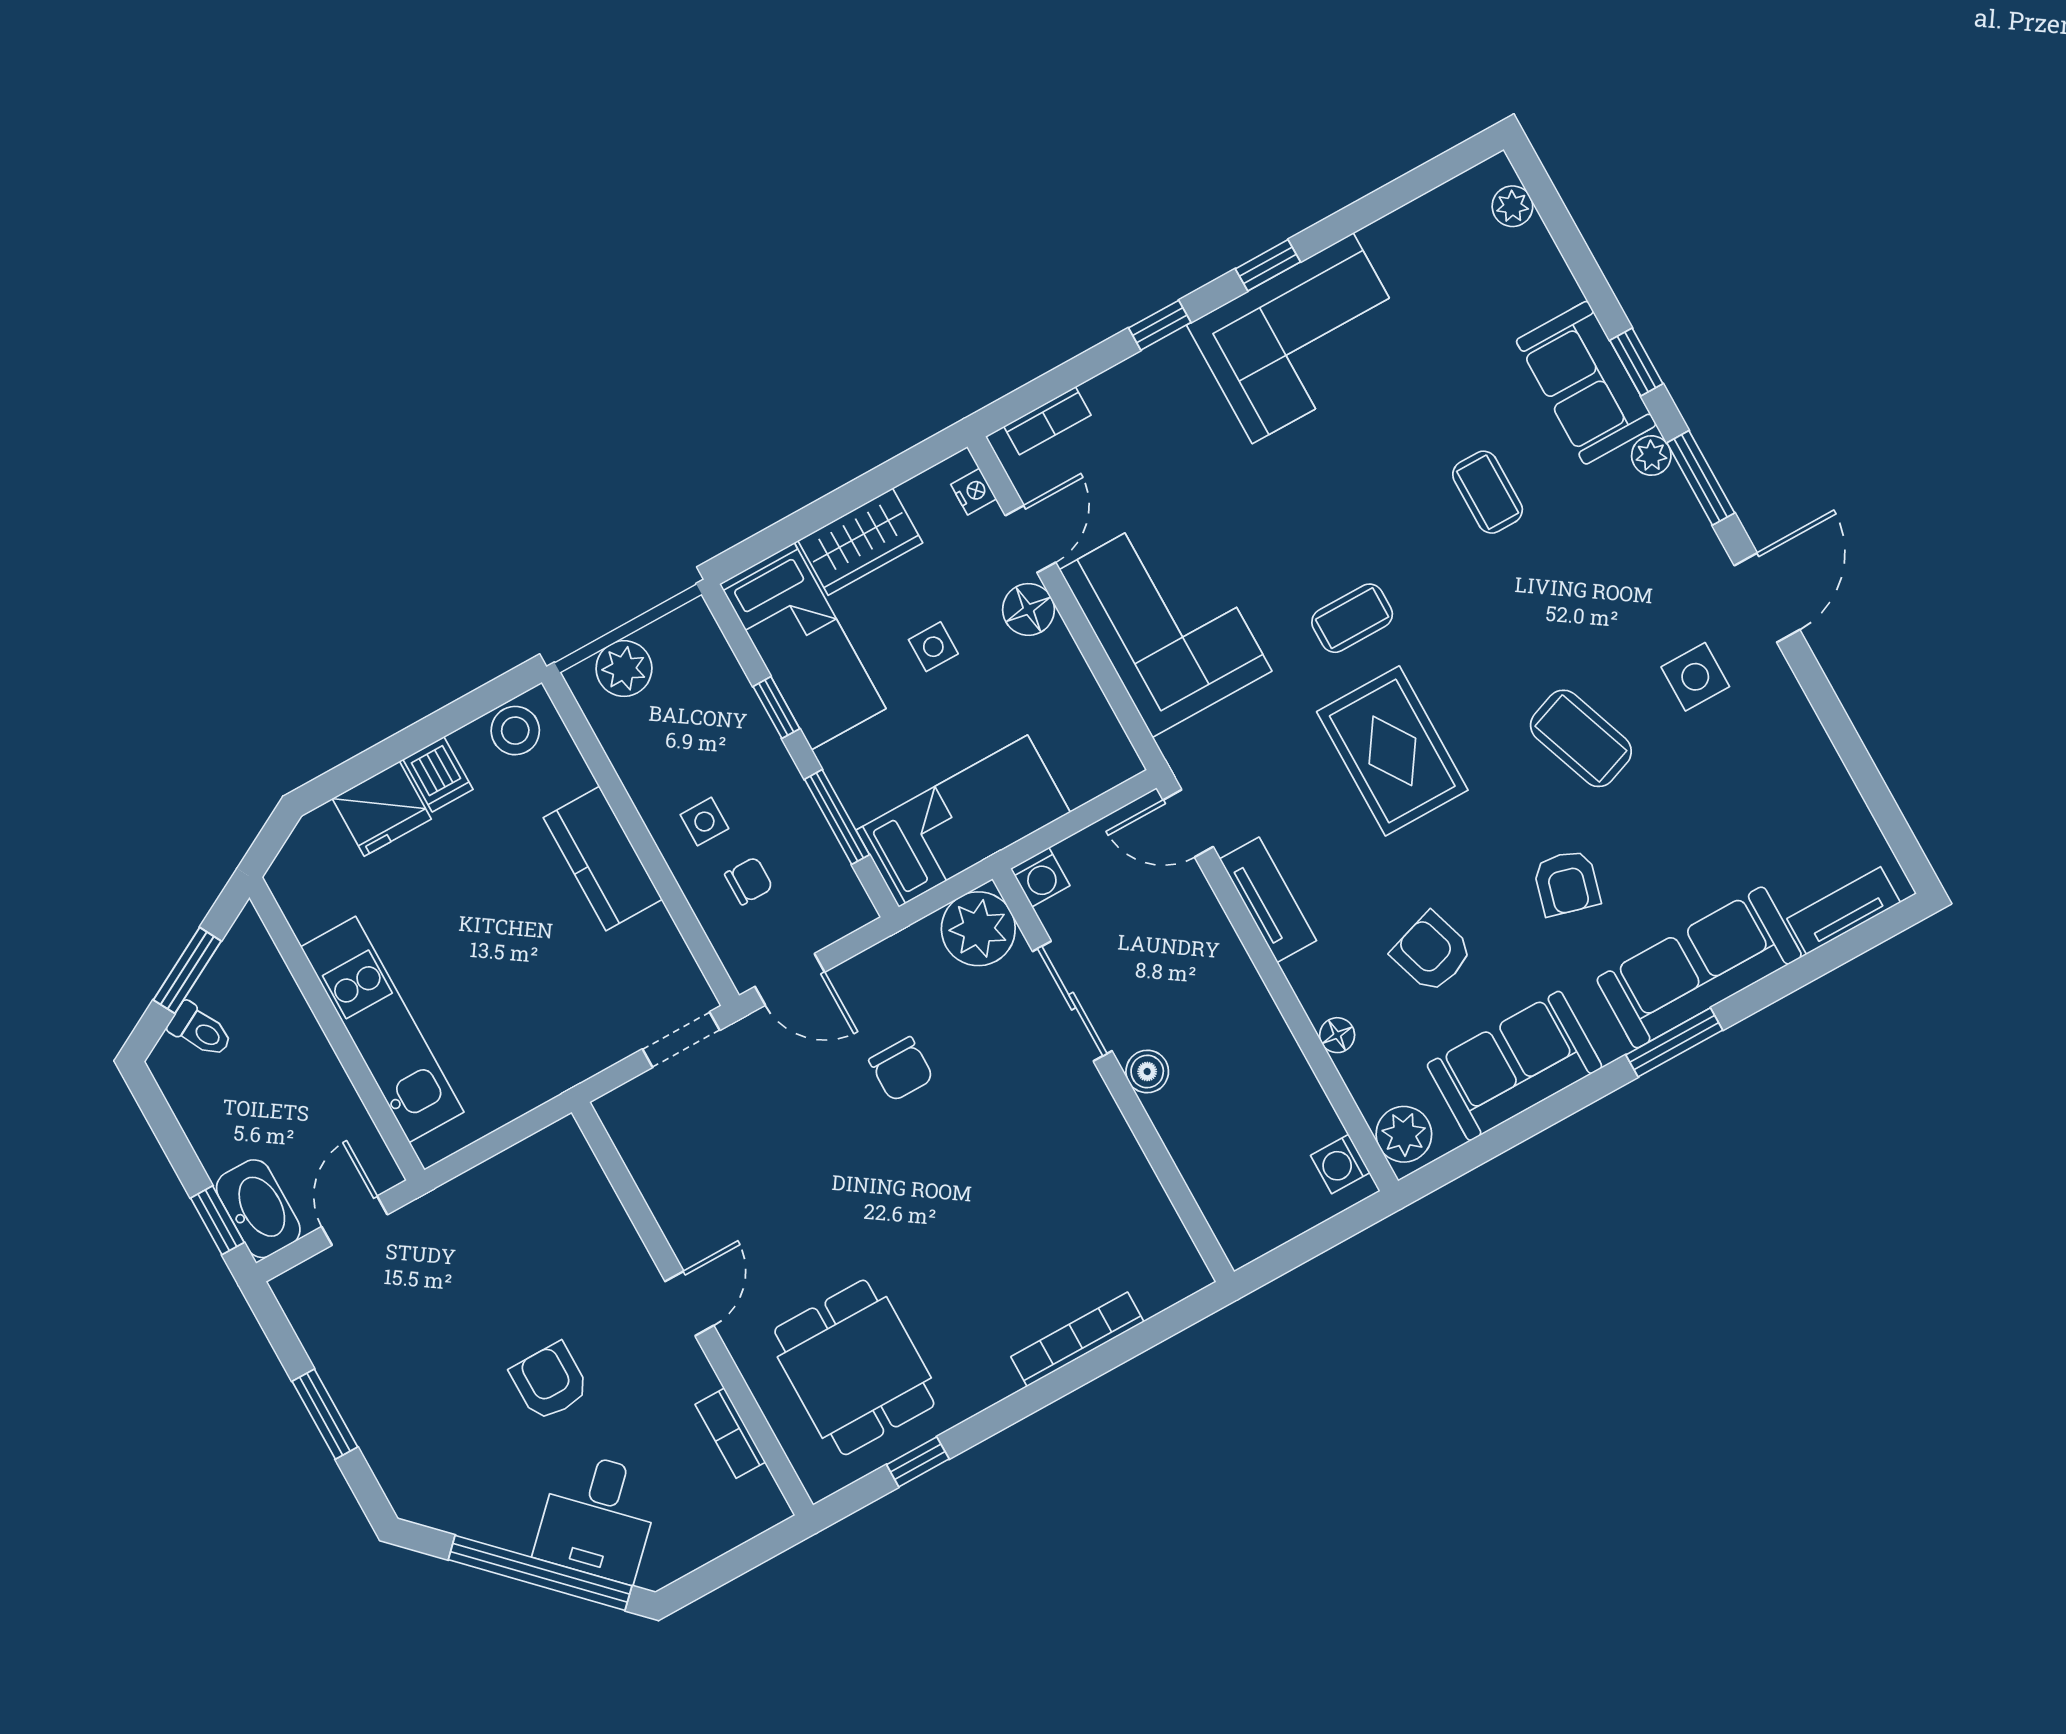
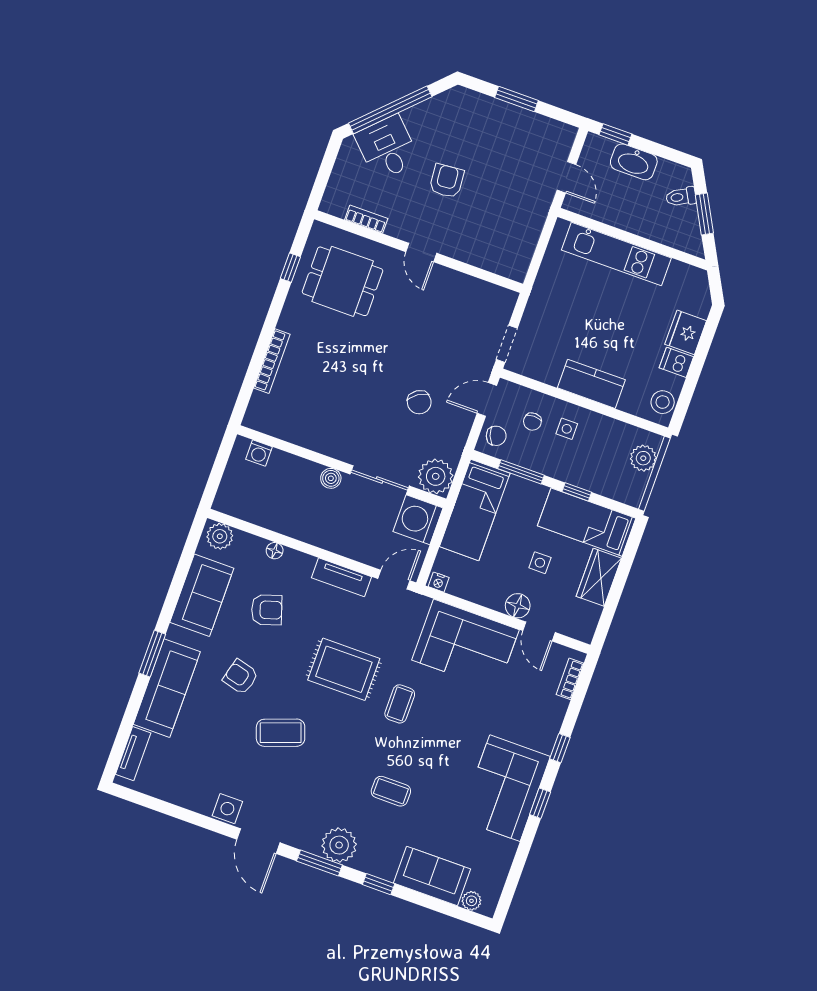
sofa: (1586, 383) -> (432, 876), moved
plant: (1651, 456) -> (339, 845), width x1.88, depth x1.88
nightstand: (974, 492) -> (439, 582), moved
side table: (1695, 677) -> (227, 809), moved
washing machine: (1040, 877) -> (418, 520), width x1.89, depth x1.89
chair: (826, 909) -> (496, 436), added
chair: (901, 1069) -> (419, 402), turned -124
washing machine: (1340, 1164) -> (259, 453), moved, turned 180
washbasin: (258, 1209) -> (634, 162), moved
armchair: (550, 1382) -> (447, 181), turned -95

